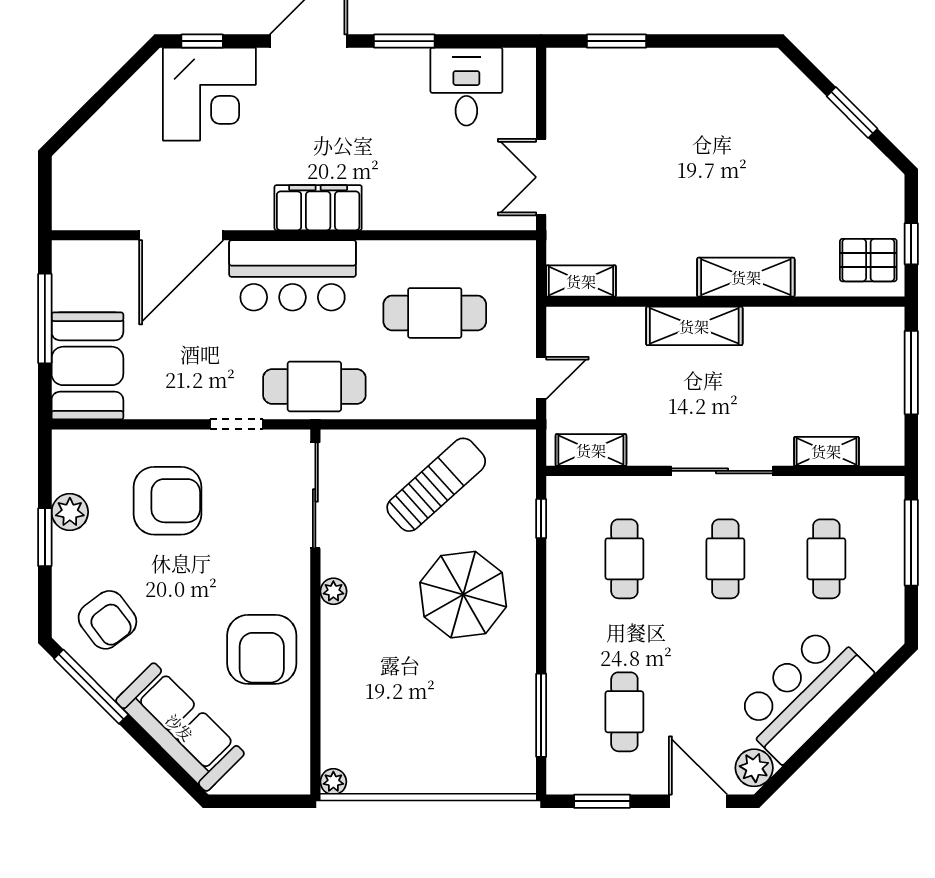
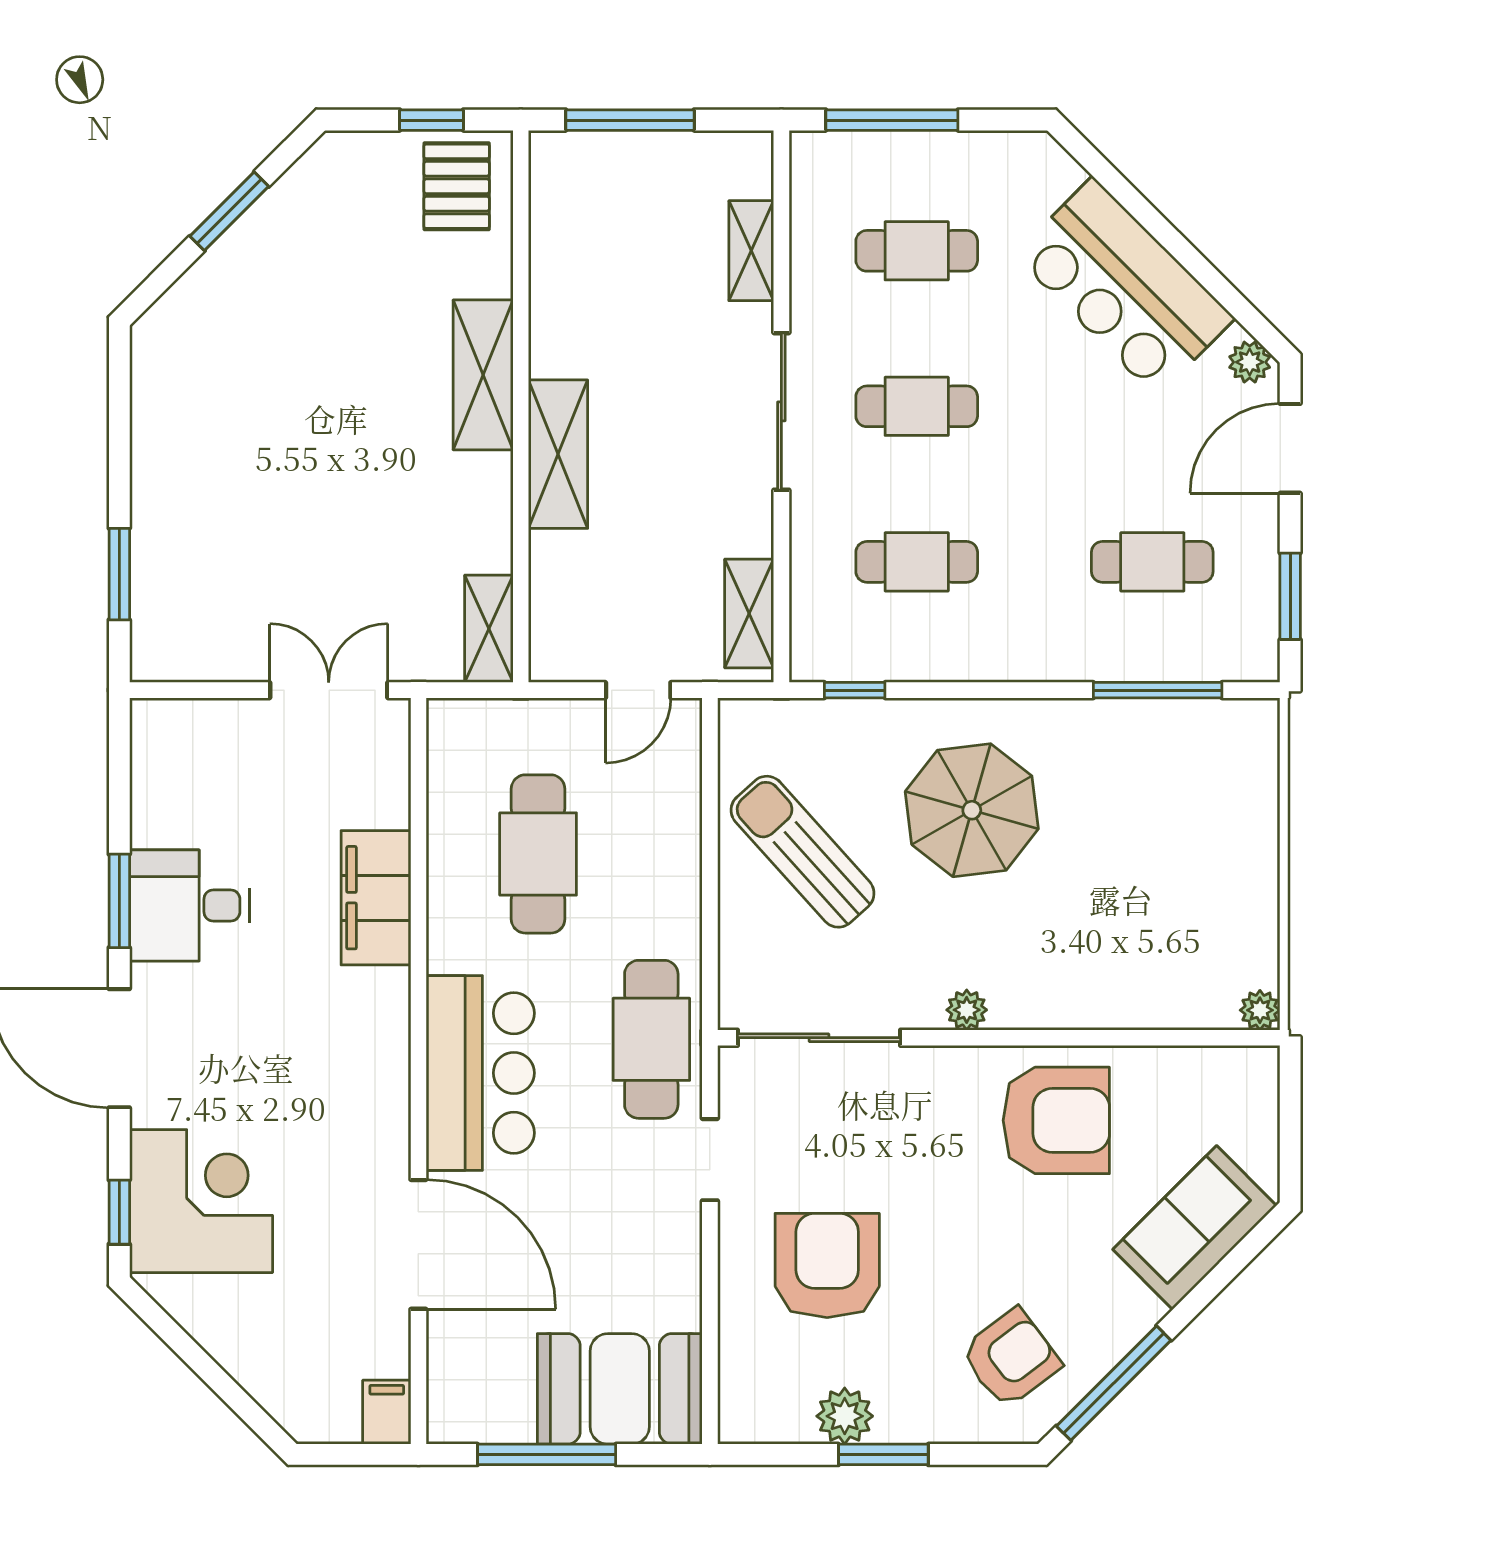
desk: (466, 87) -> (190, 905), moved
double door: (541, 177) -> (329, 690), swing flipped
filing cabinet: (318, 208) -> (376, 898), moved
filing cabinet: (72, 215) -> (387, 1412), added
door: (541, 378) -> (638, 690), swing flipped
sofa: (180, 727) -> (1195, 1228), width x0.73
plant: (754, 768) -> (1250, 362), width x0.73, depth x0.73

